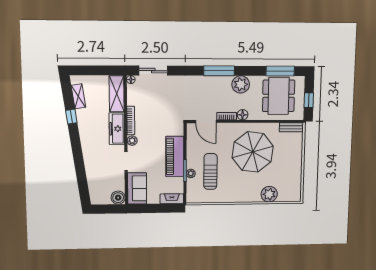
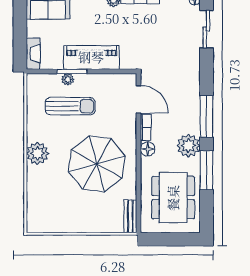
window: (280, 71) -> (206, 170), moved
dining table: (279, 96) -> (173, 198), turned 90
window: (309, 100) -> (167, 239), removed
door: (206, 122) -> (139, 99), swing flipped
plant: (269, 194) -> (37, 153), moved

